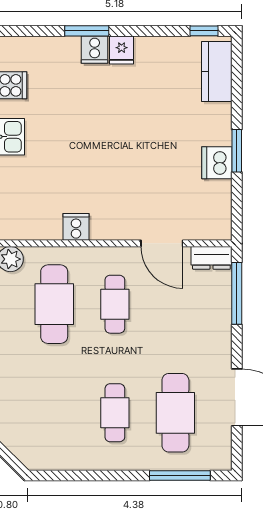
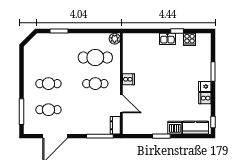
cooker: (95, 50) -> (205, 98), moved
dishwasher: (217, 163) -> (175, 128), moved
cooker: (76, 227) -> (129, 79), moved
door: (162, 243) -> (121, 104), swing flipped
cafe table: (175, 413) -> (48, 110), width x0.73, depth x0.74

